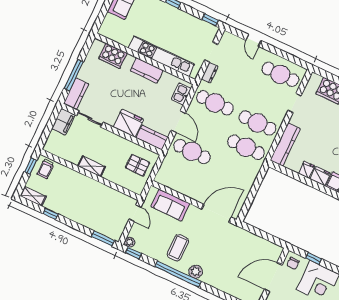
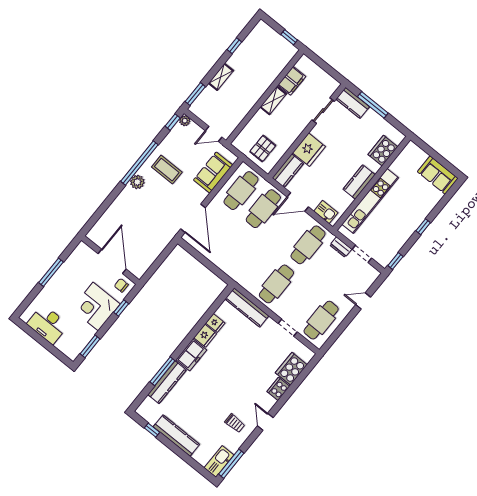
filing cabinet: (63, 122) -> (292, 81), moved, turned -90
cafe table: (246, 147) -> (241, 191), moved
trolley: (46, 169) -> (282, 52), removed
shelving: (33, 196) -> (221, 77), moved

